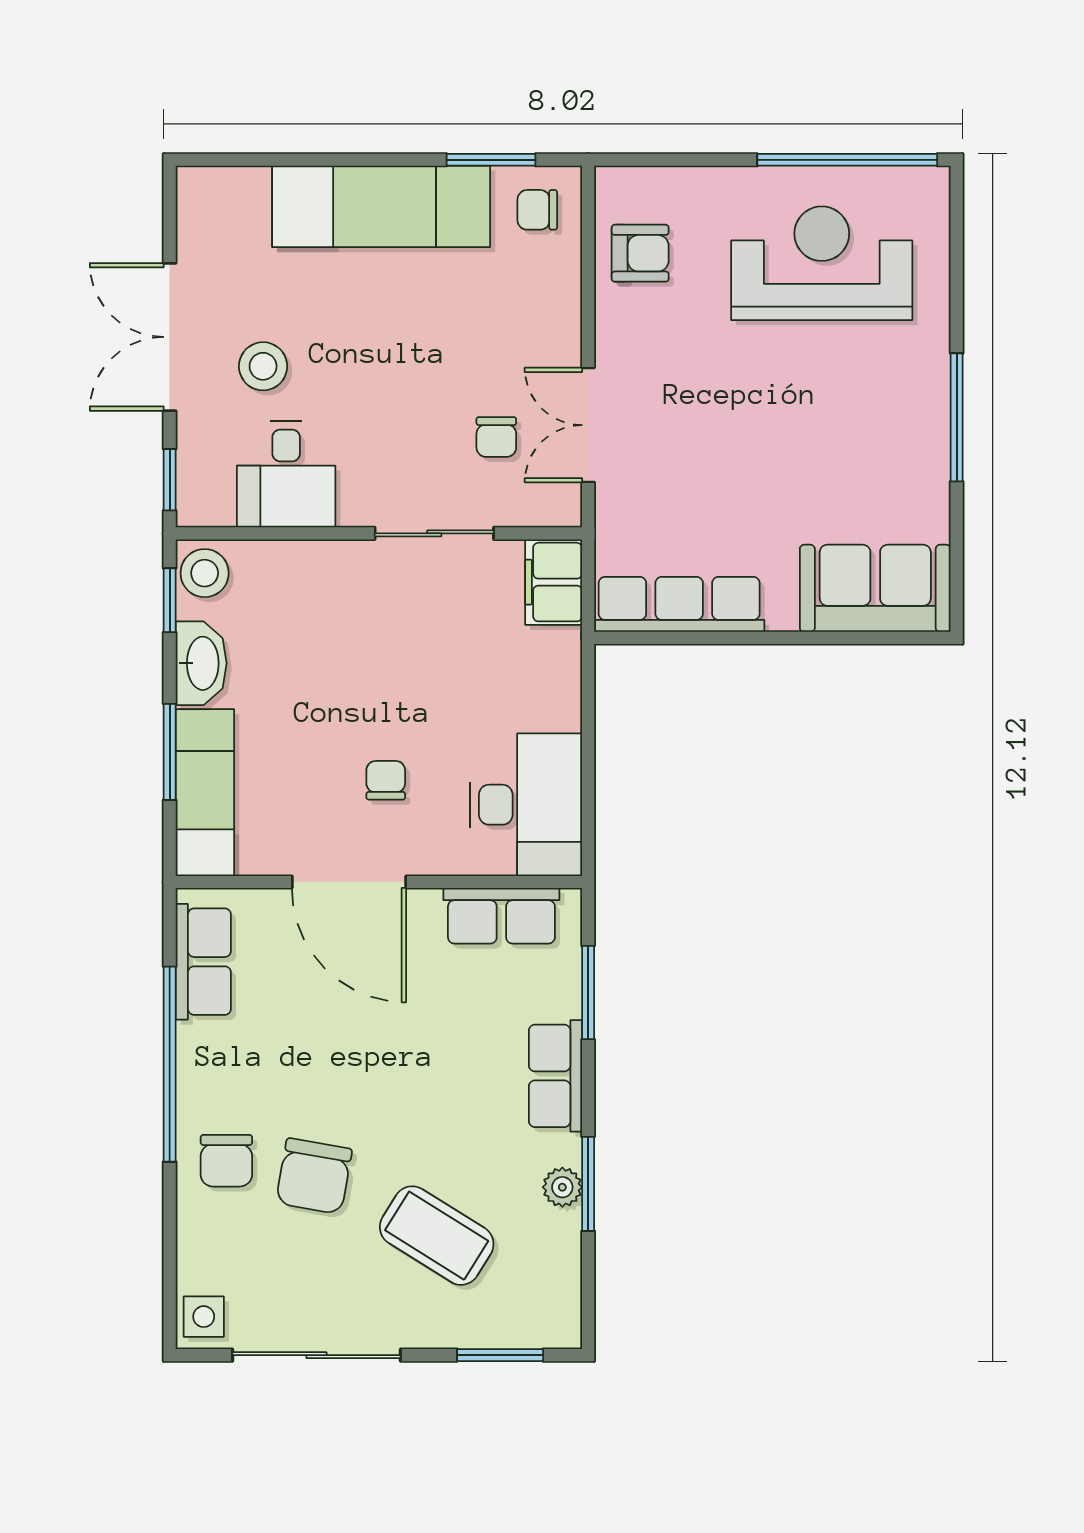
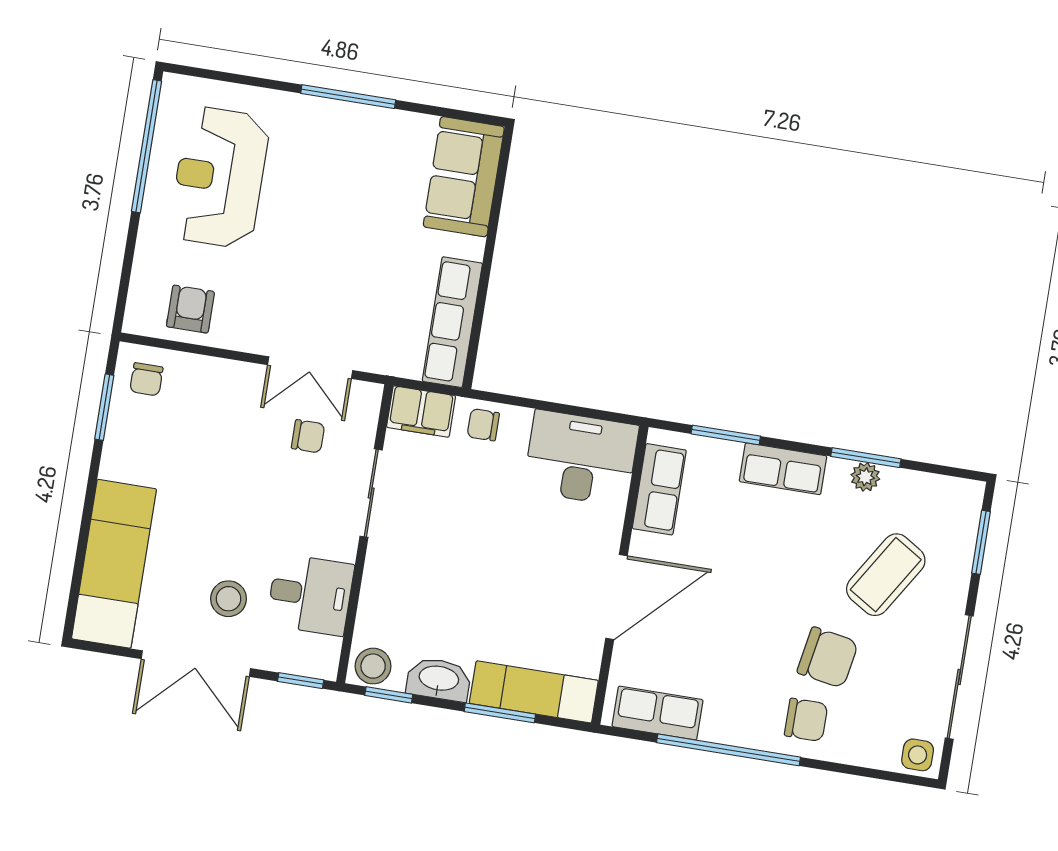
exam couch: (381, 206) -> (114, 564), moved
chair: (386, 780) -> (483, 425), moved

